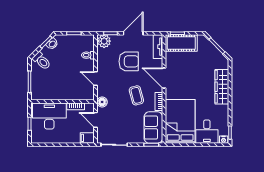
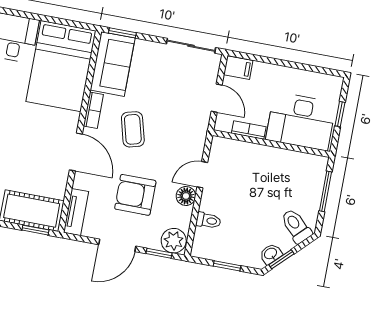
door: (96, 78) -> (202, 175), swing flipped
floor lamp: (102, 102) -> (186, 196), moved

